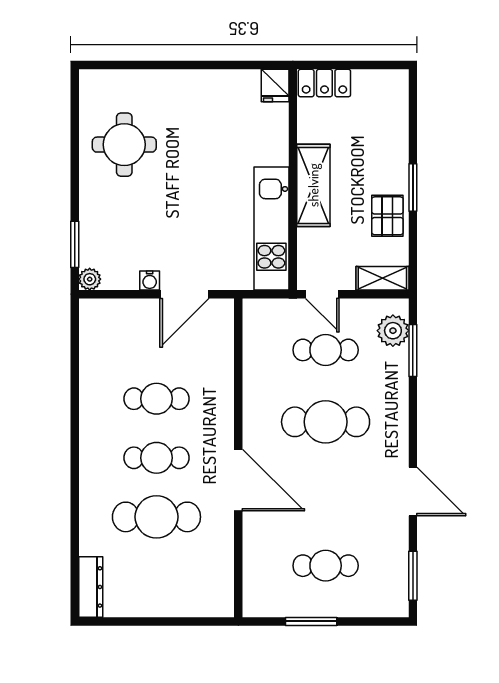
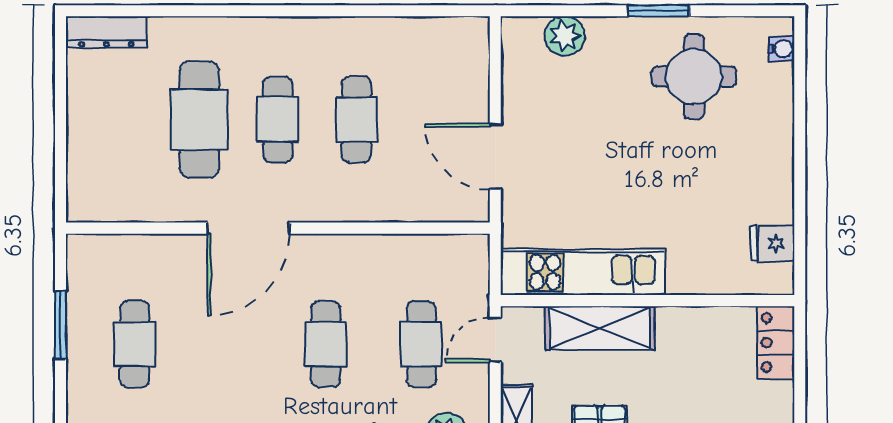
fridge: (275, 85) -> (773, 243), moved
shelving: (313, 185) -> (600, 328), moved
window: (75, 244) -> (659, 11), moved
plant: (90, 279) -> (565, 36), moved, width x1.38, depth x1.38
water cooler: (150, 280) -> (781, 49), moved, turned 180
cafe table: (326, 422) -> (326, 344), width x0.73, depth x0.74

